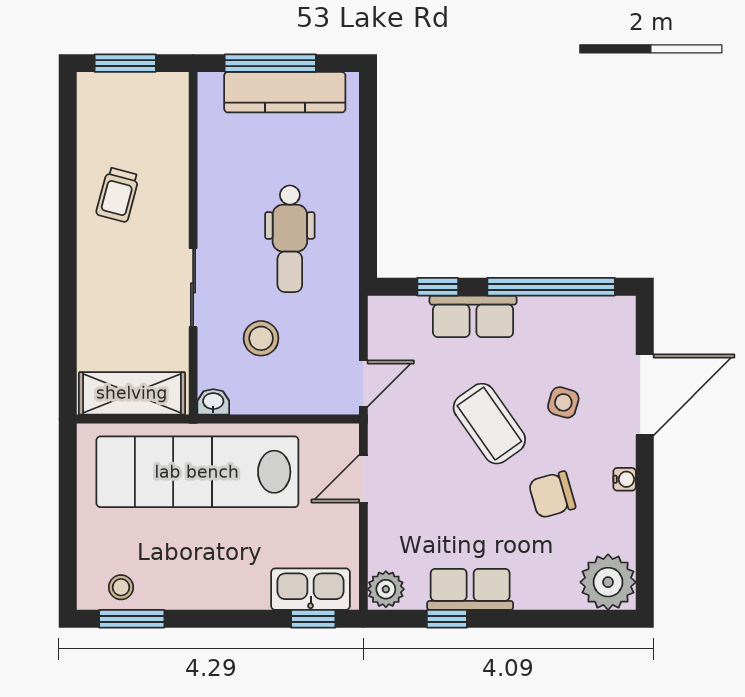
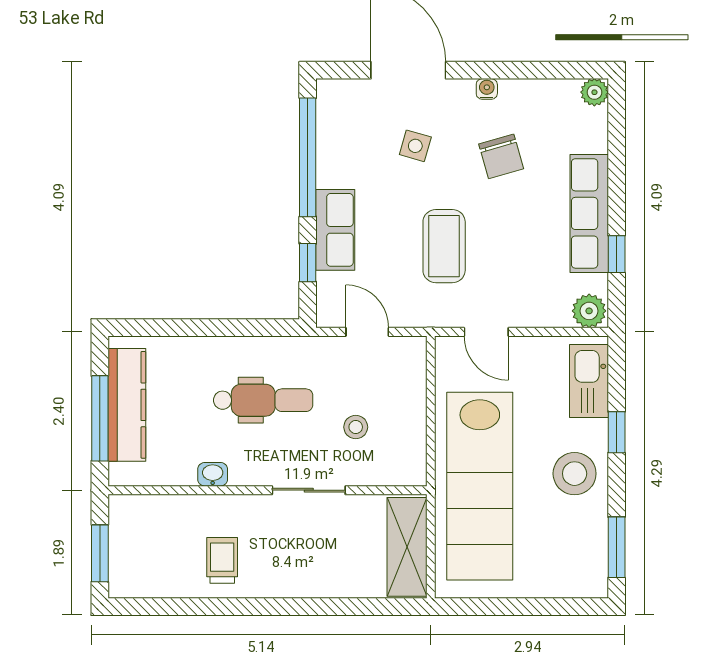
trolley: (118, 195) -> (222, 560), turned -105
stool: (261, 338) -> (356, 427), width x0.73, depth x0.73
door: (363, 383) -> (367, 332), moved
washbasin: (213, 402) -> (213, 474), moved, turned 90
coffee table: (489, 424) -> (444, 246), moved, turned -55
plant: (608, 582) -> (594, 92), width x0.53, depth x0.53
stool: (121, 587) -> (575, 474), moved, width x1.89, depth x1.89
row of seats: (470, 589) -> (589, 213), width x1.48
window: (313, 619) -> (617, 432), moved

